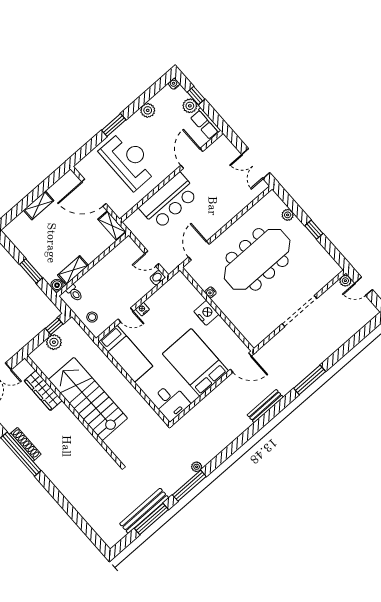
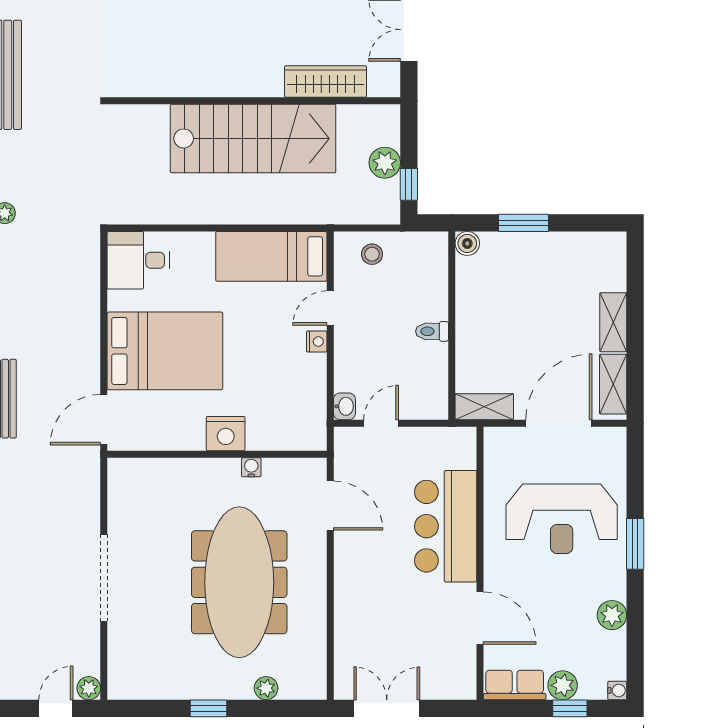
shelving: (73, 270) -> (613, 384), moved
toilet: (74, 293) -> (432, 331), moved

